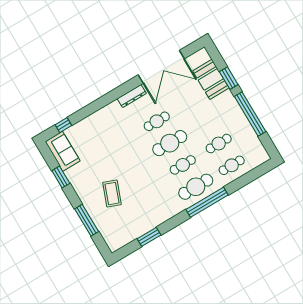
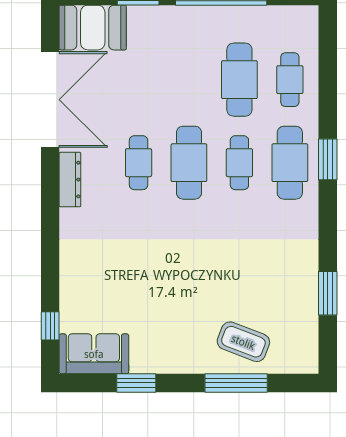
booth: (211, 79) -> (93, 28), moved
cafe table: (219, 144) -> (239, 80), width x1.37, depth x1.35
coffee table: (112, 194) -> (243, 342), moved
window: (207, 202) -> (328, 159), width x0.47

